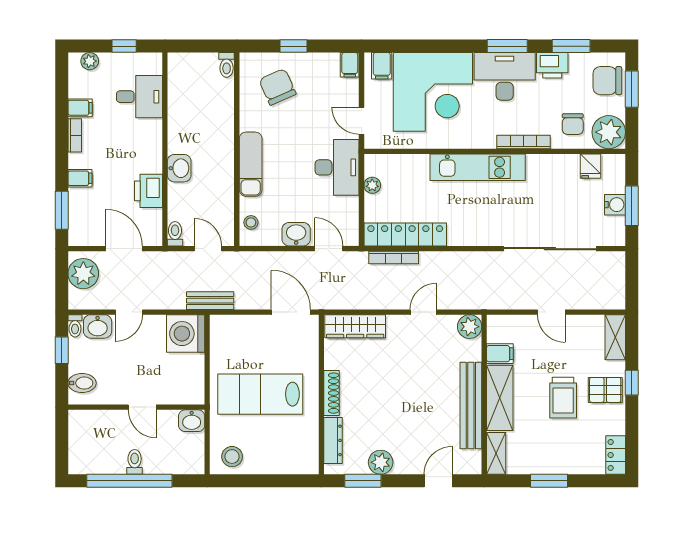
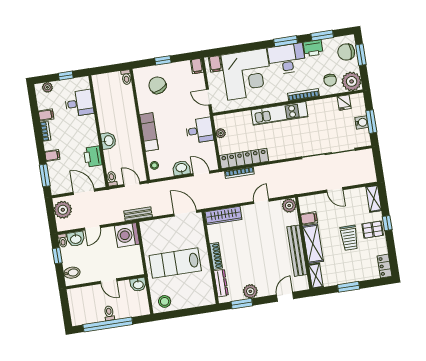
desk: (337, 167) -> (200, 130), width x0.73

